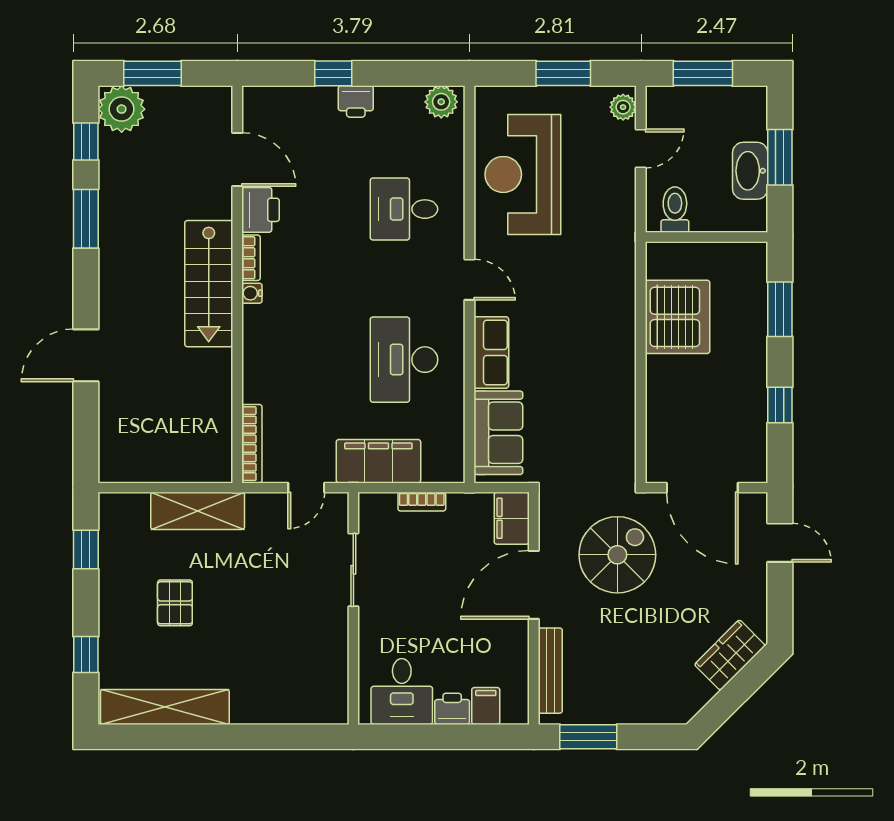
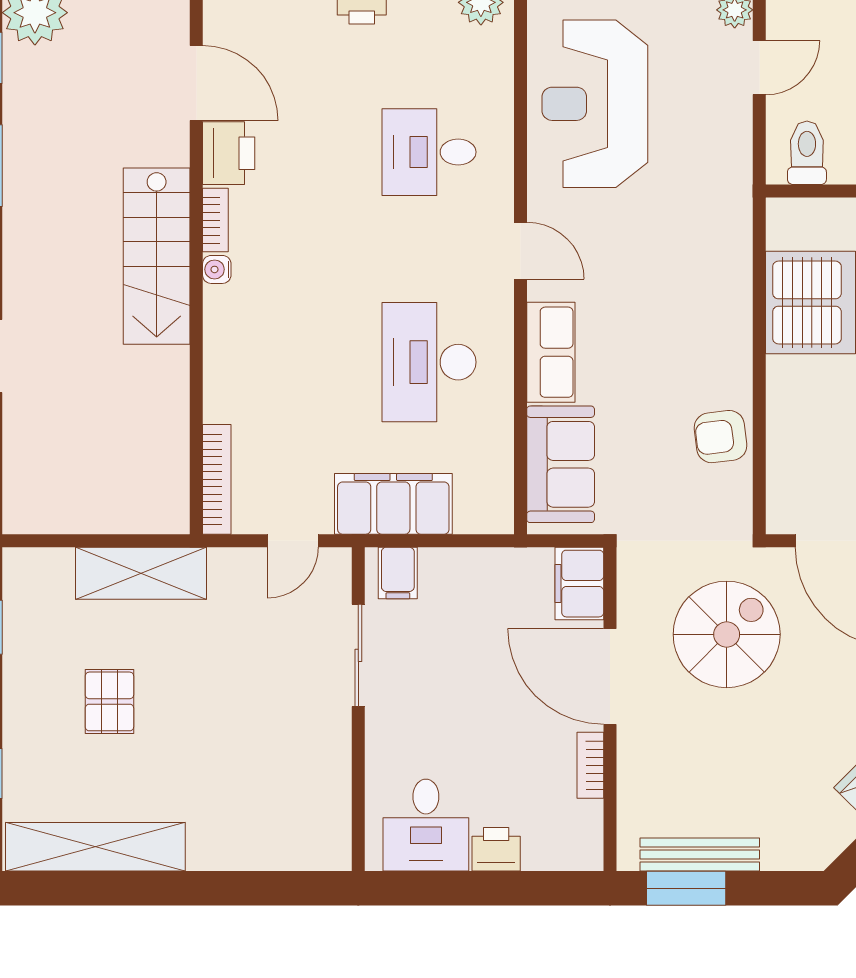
armchair: (613, 413) -> (721, 437), added
bookcase: (422, 502) -> (590, 765), moved, turned 90
door: (534, 585) -> (610, 676), hinge flipped
bench: (550, 671) -> (700, 855), moved, turned 90
filing cabinet: (486, 706) -> (398, 573), moved, turned 180

